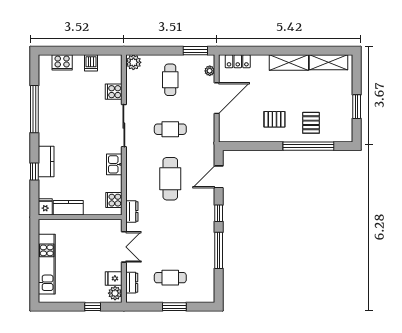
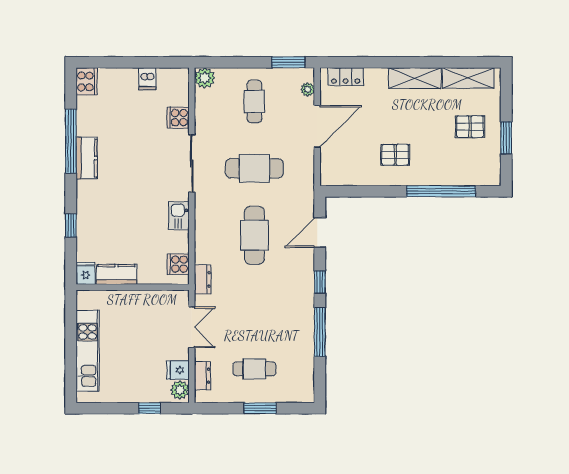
cooker: (62, 62) -> (87, 81), moved, turned -90
pallet: (311, 123) -> (470, 127), moved, turned 90
cafe table: (170, 129) -> (254, 168), width x1.37, depth x1.35
kitchen counter: (46, 161) -> (87, 158), moved

